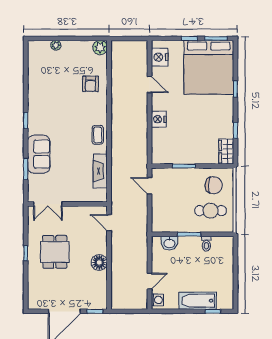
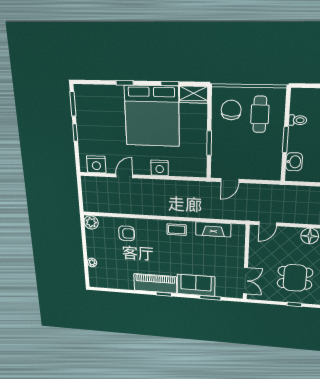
bed: (209, 67) -> (152, 116), moved, turned 90
piano: (37, 112) -> (155, 283), added

